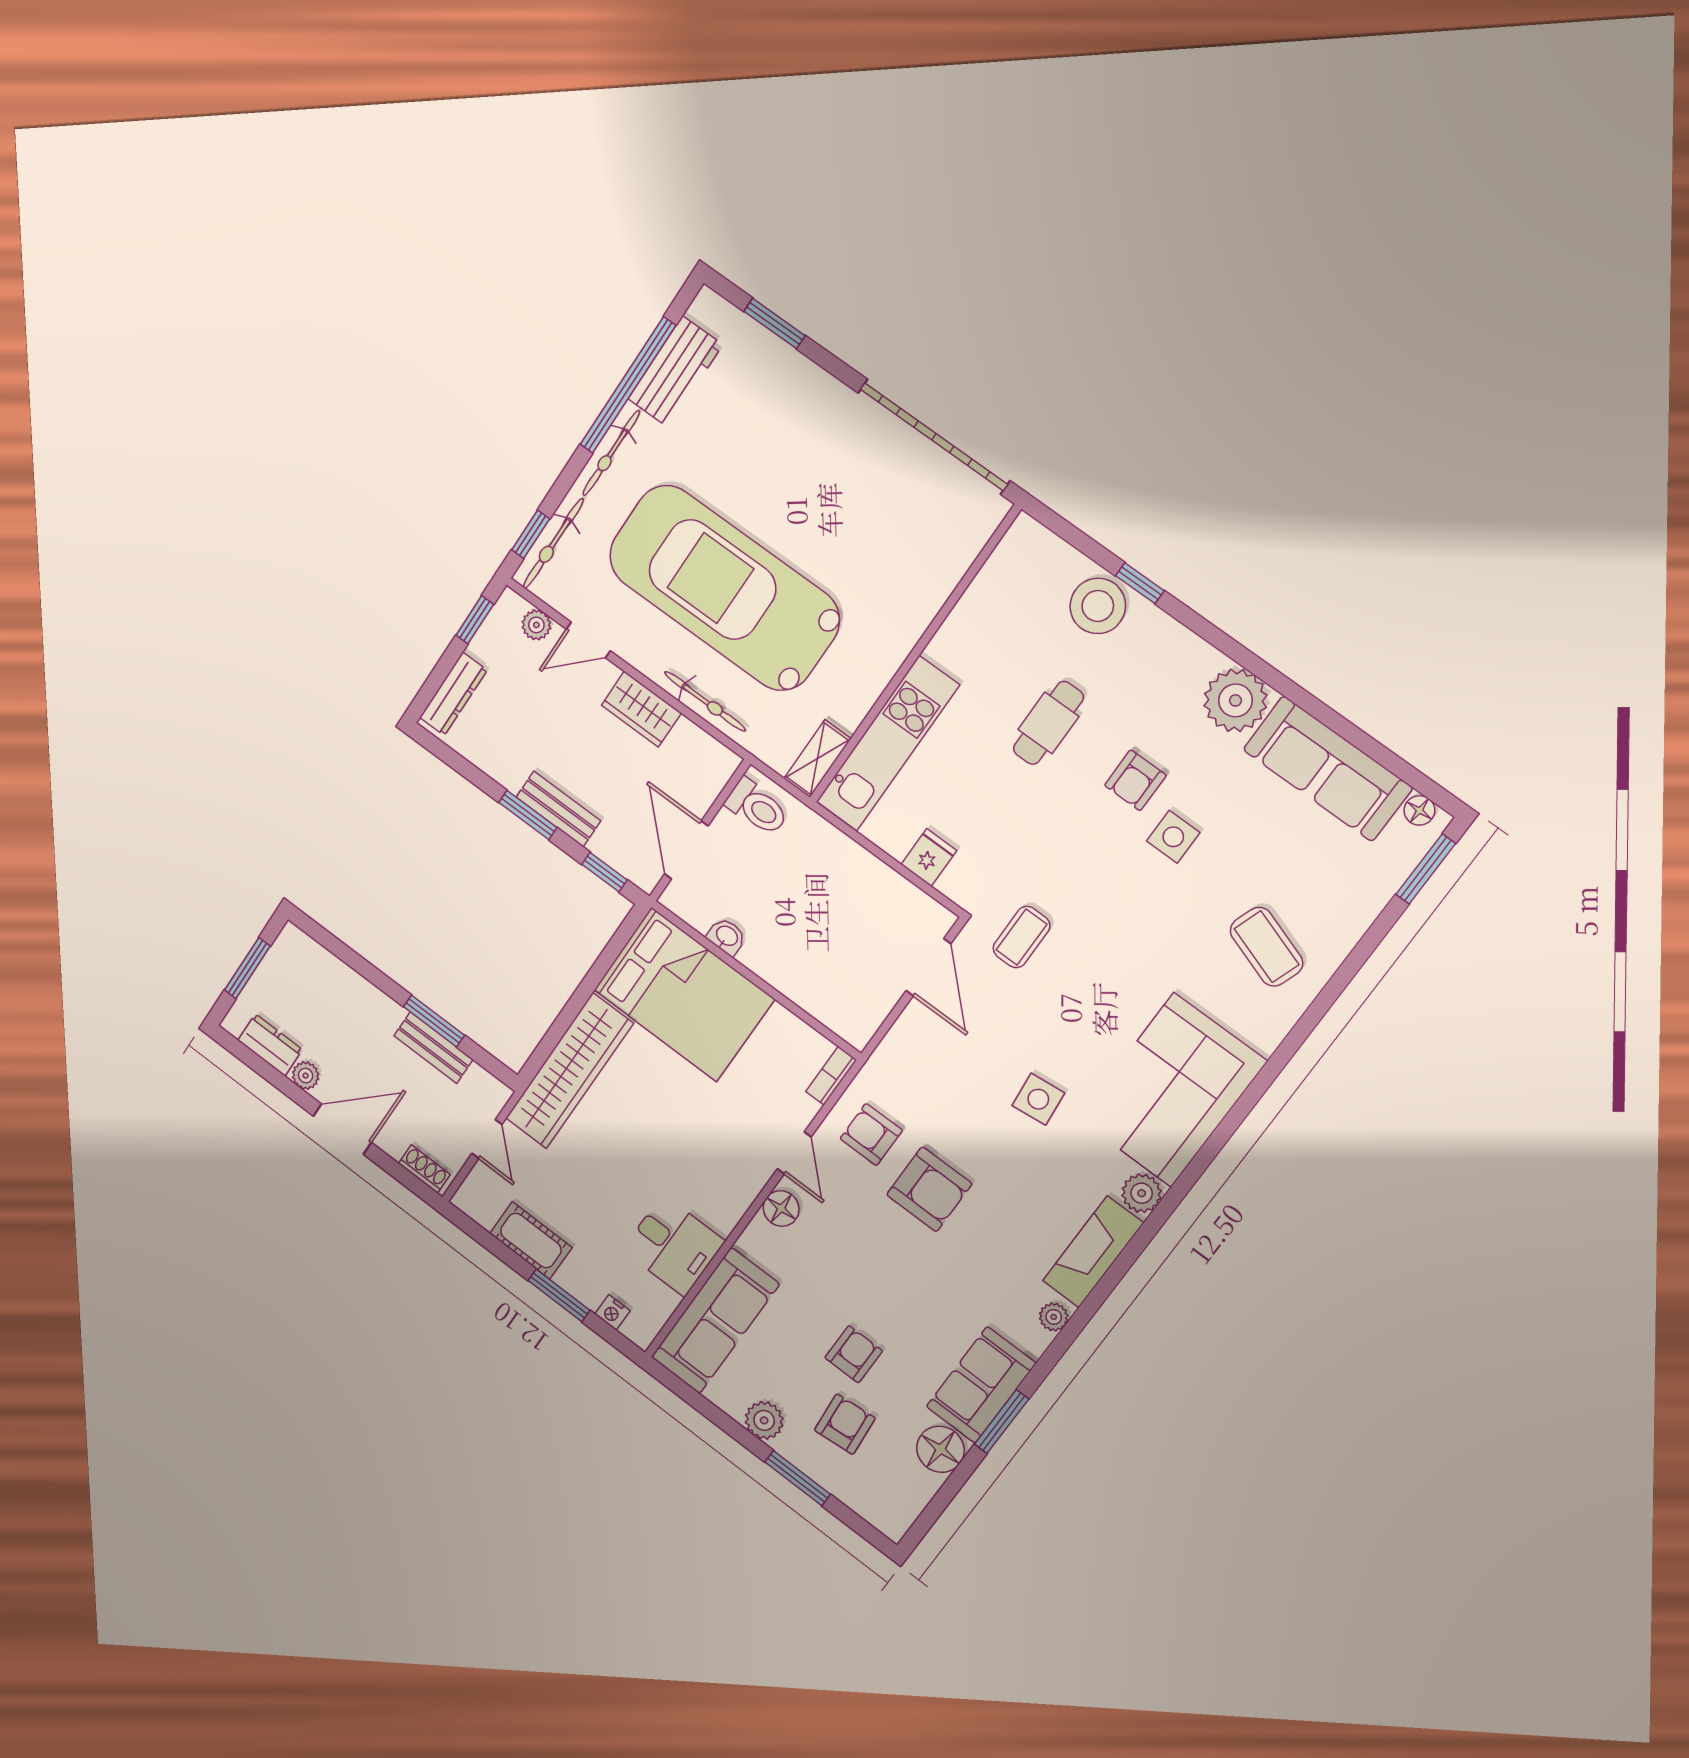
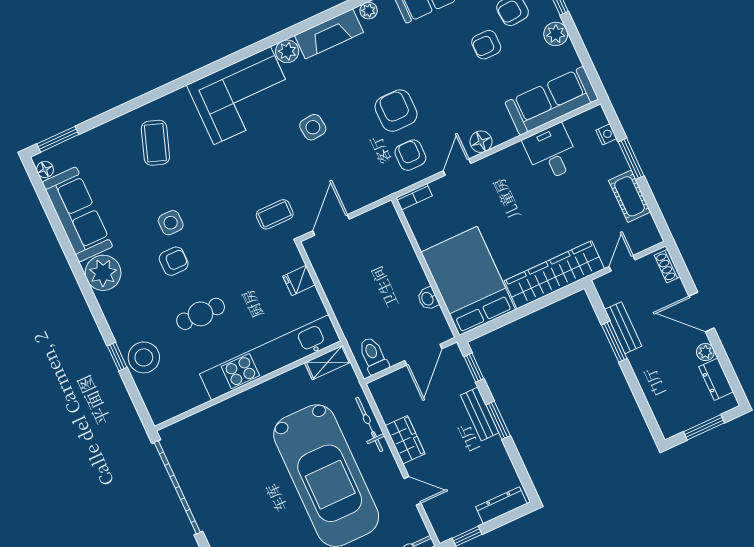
plant: (536, 625) -> (436, 514), removed
kitchen unit: (888, 744) -> (270, 357), width x1.36
armchair: (871, 1135) -> (410, 155), turned 180

